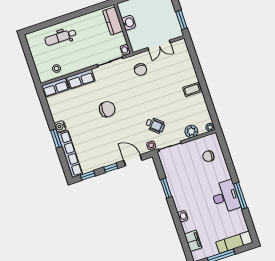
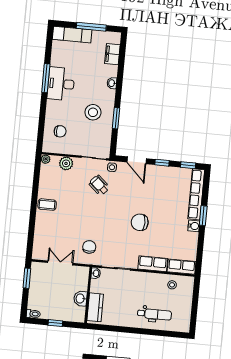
stool: (188, 184) -> (93, 112), added

